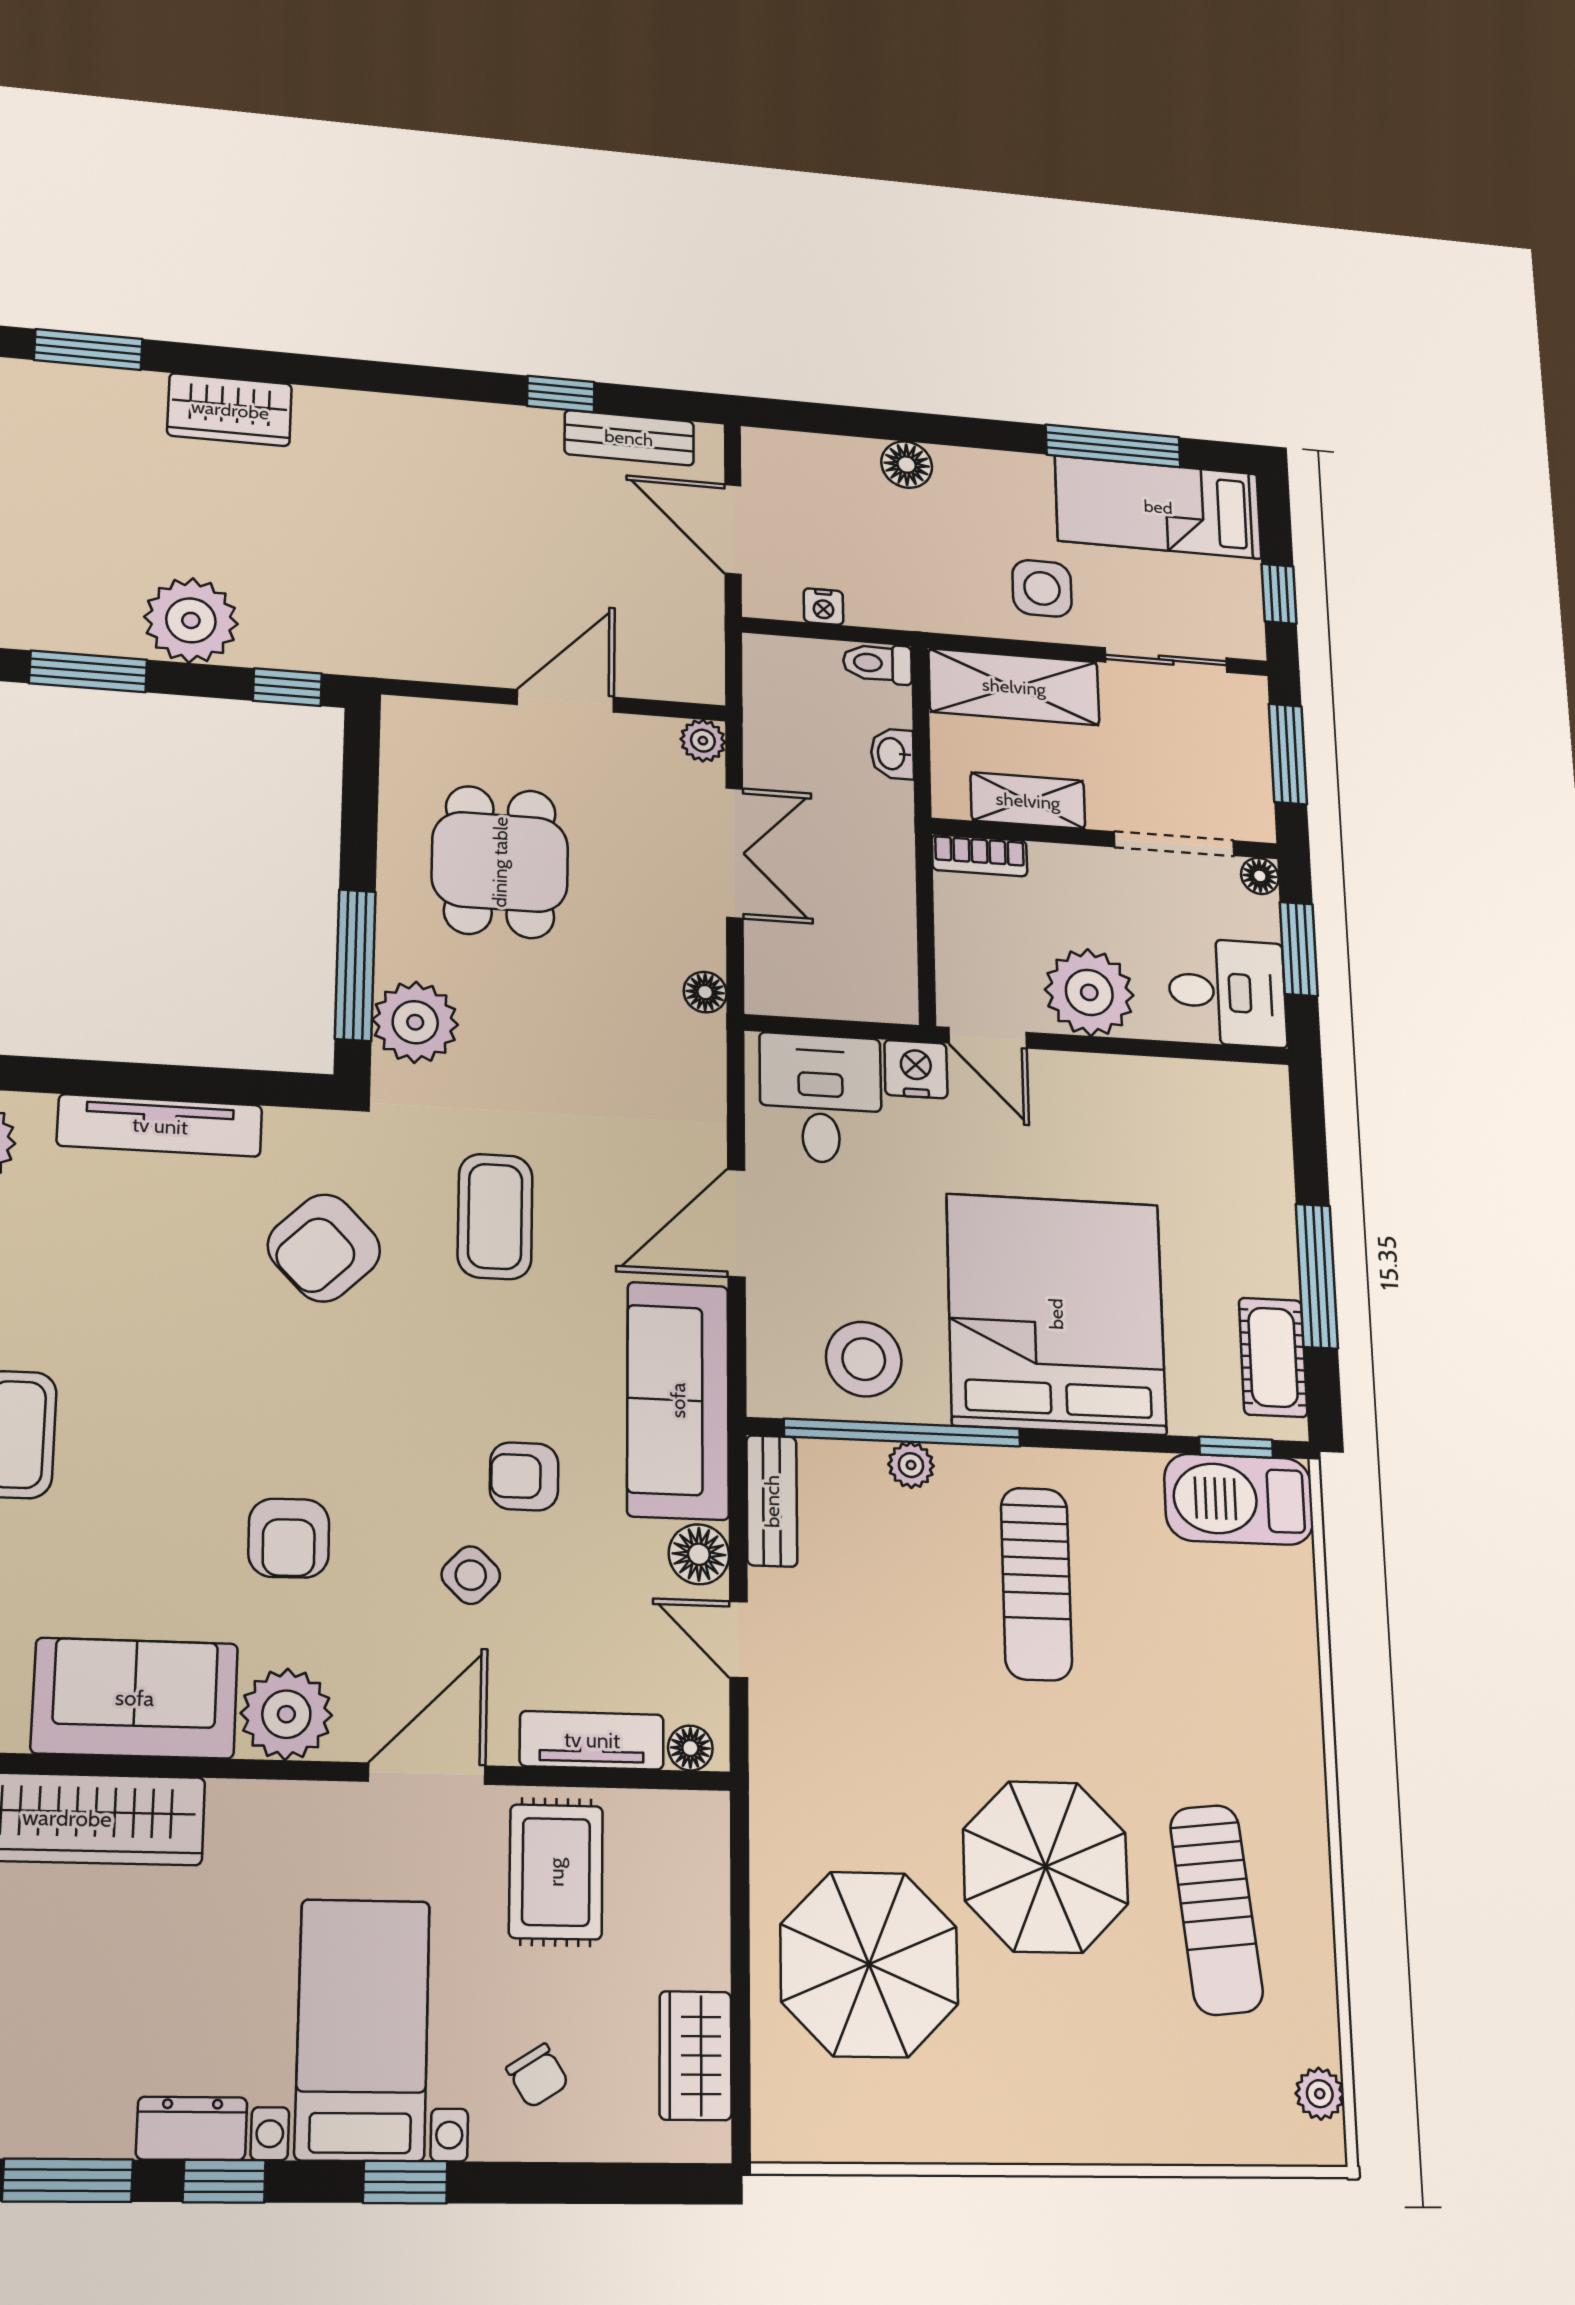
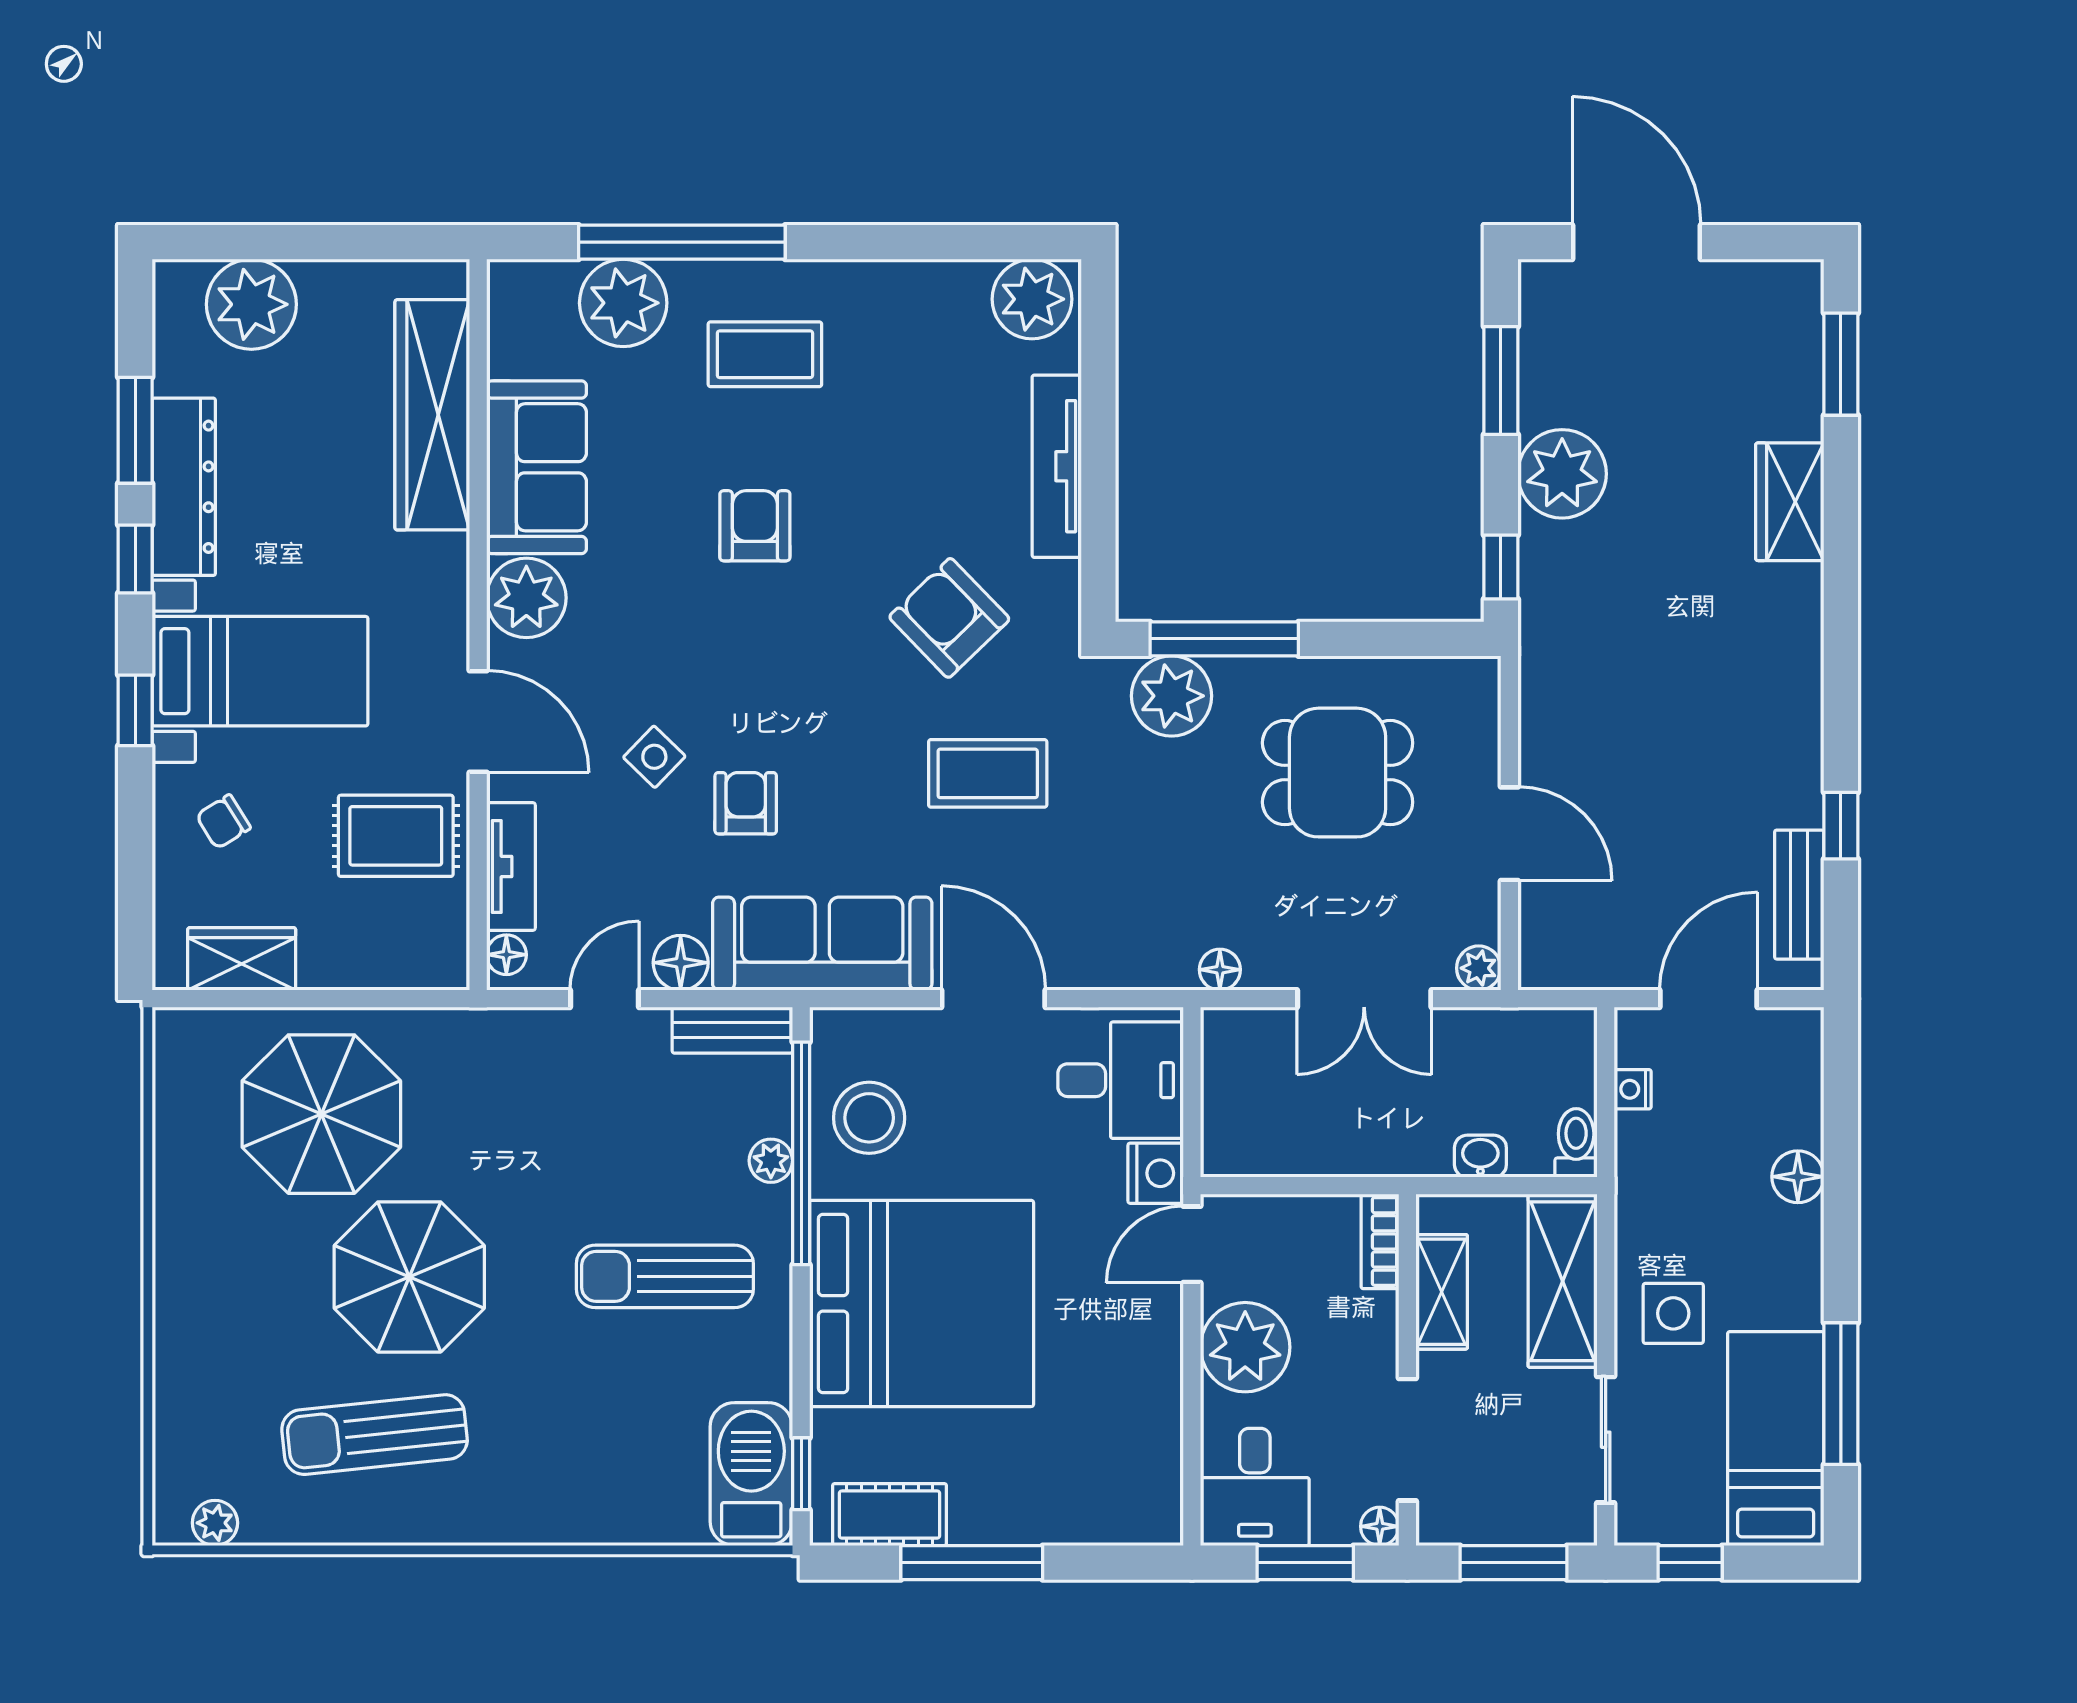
armchair: (289, 1538) -> (755, 526), moved, turned 91
dresser: (192, 2128) -> (184, 487), width x1.96, depth x1.24

